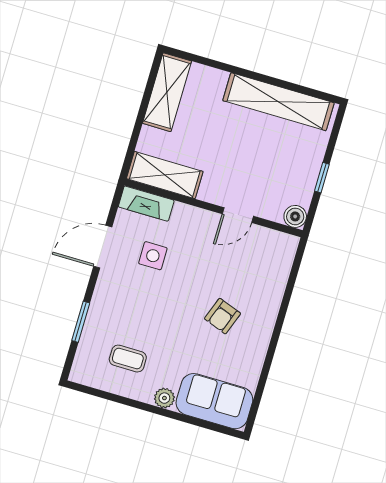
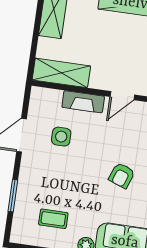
fireplace: (146, 204) -> (83, 102), moved

